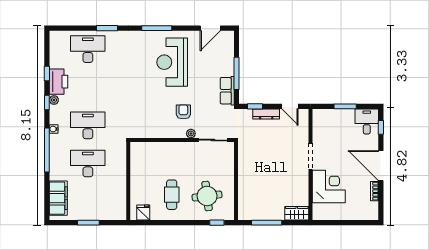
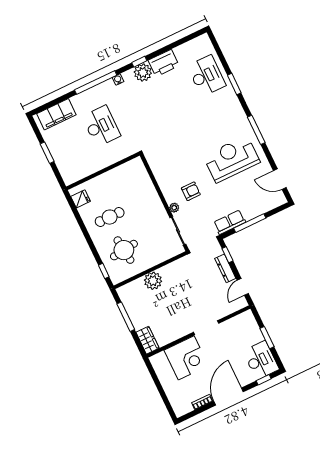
window: (47, 73) -> (166, 49), removed
plant: (54, 100) -> (143, 73), width x1.87, depth x1.87
desk: (367, 121) -> (261, 360), width x1.37
desk: (88, 125) -> (136, 109), removed
plant: (246, 183) -> (153, 281), added

